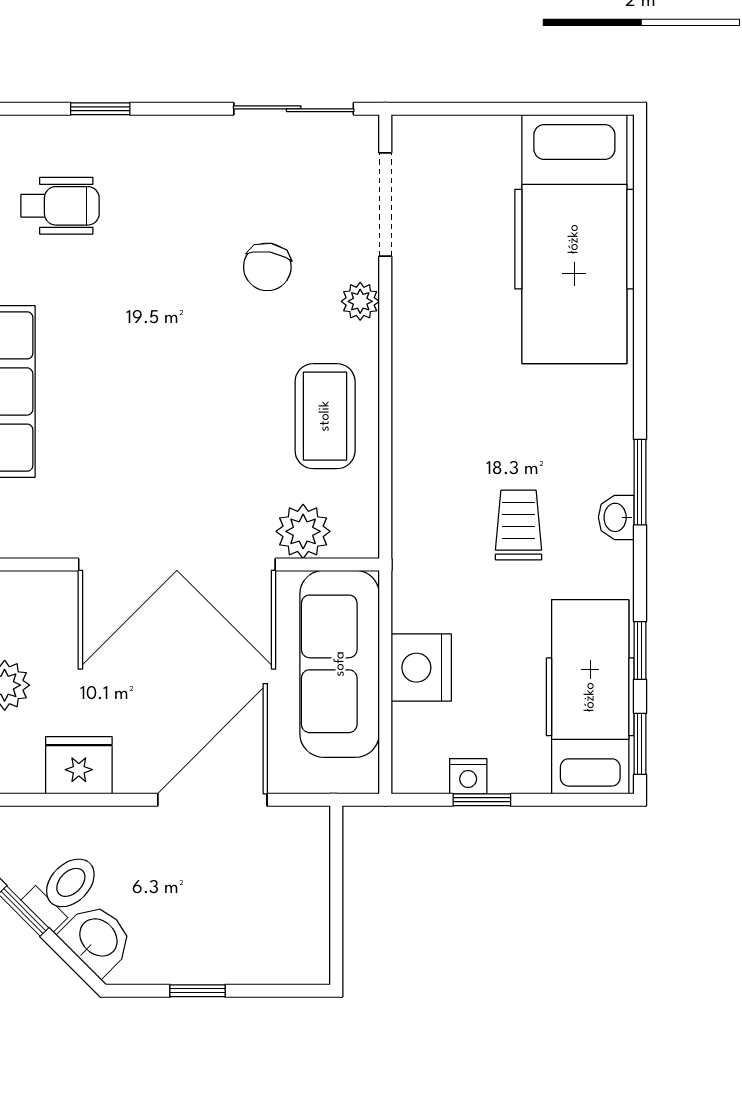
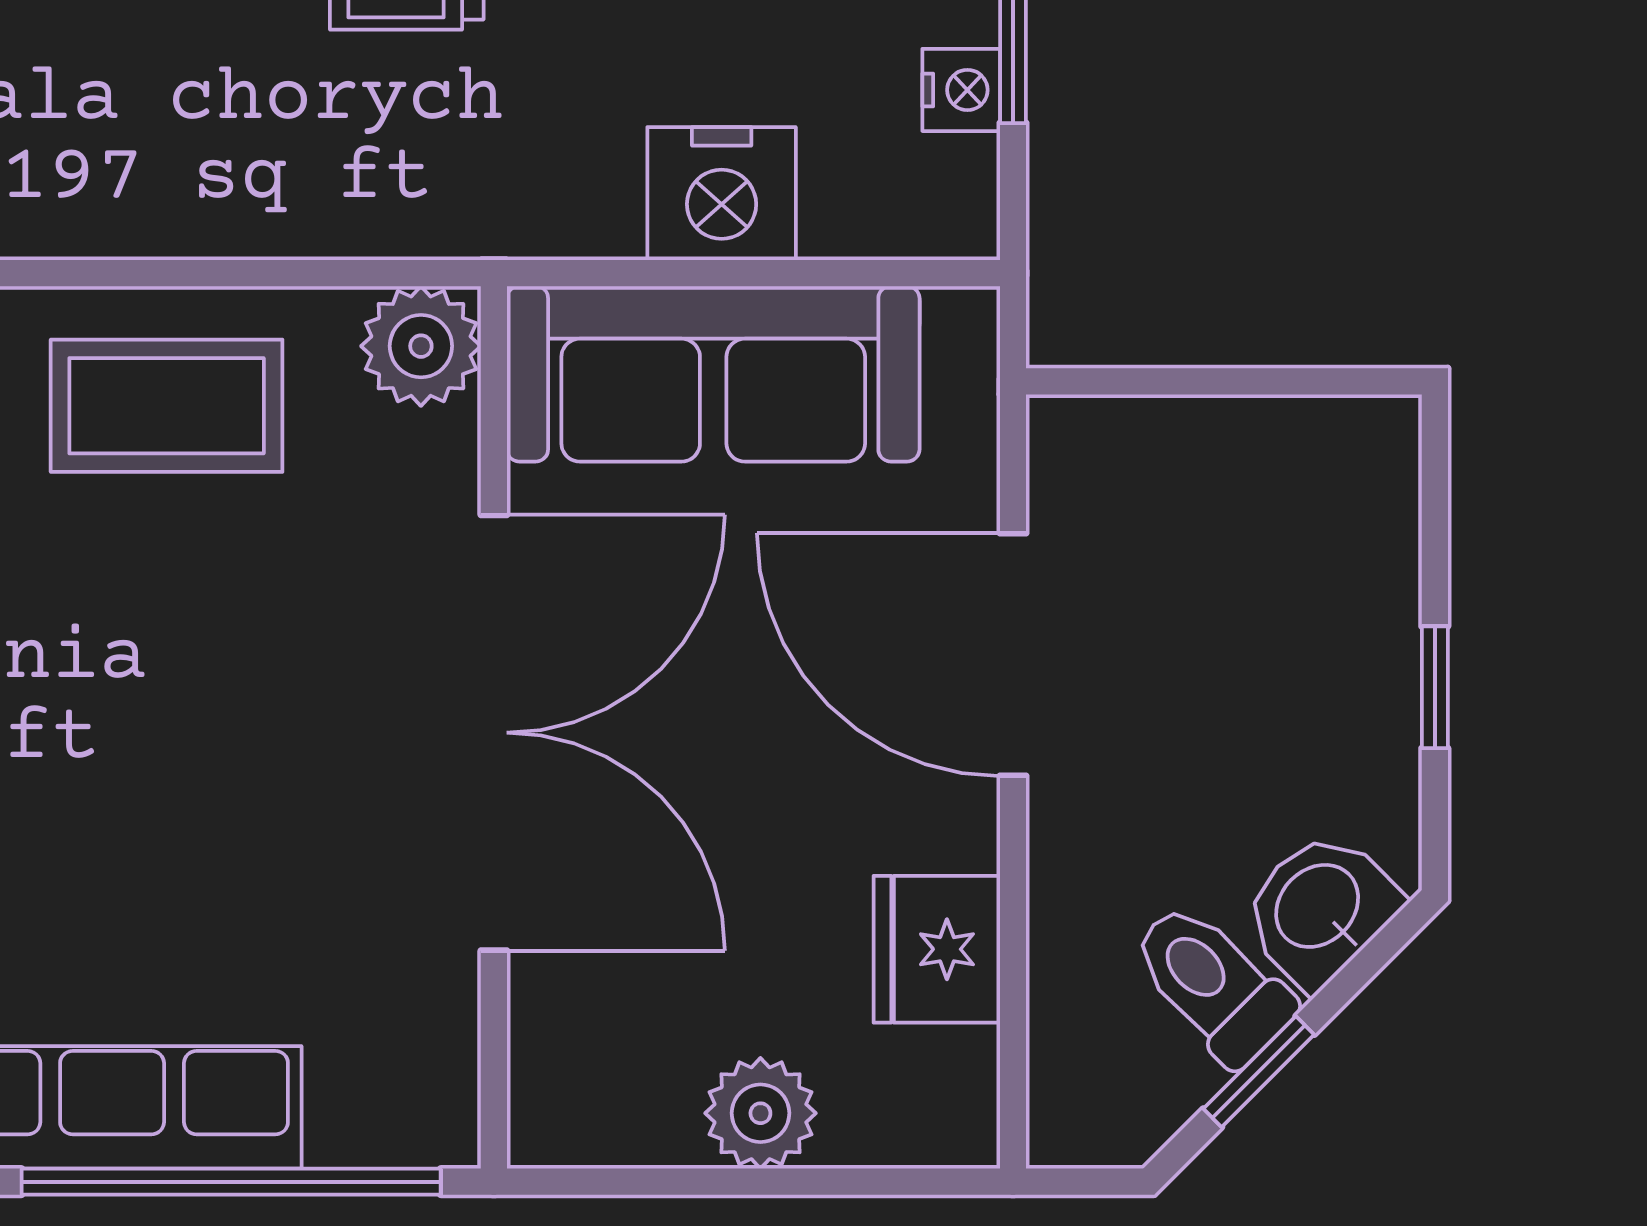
plant: (303, 531) -> (421, 346), moved

